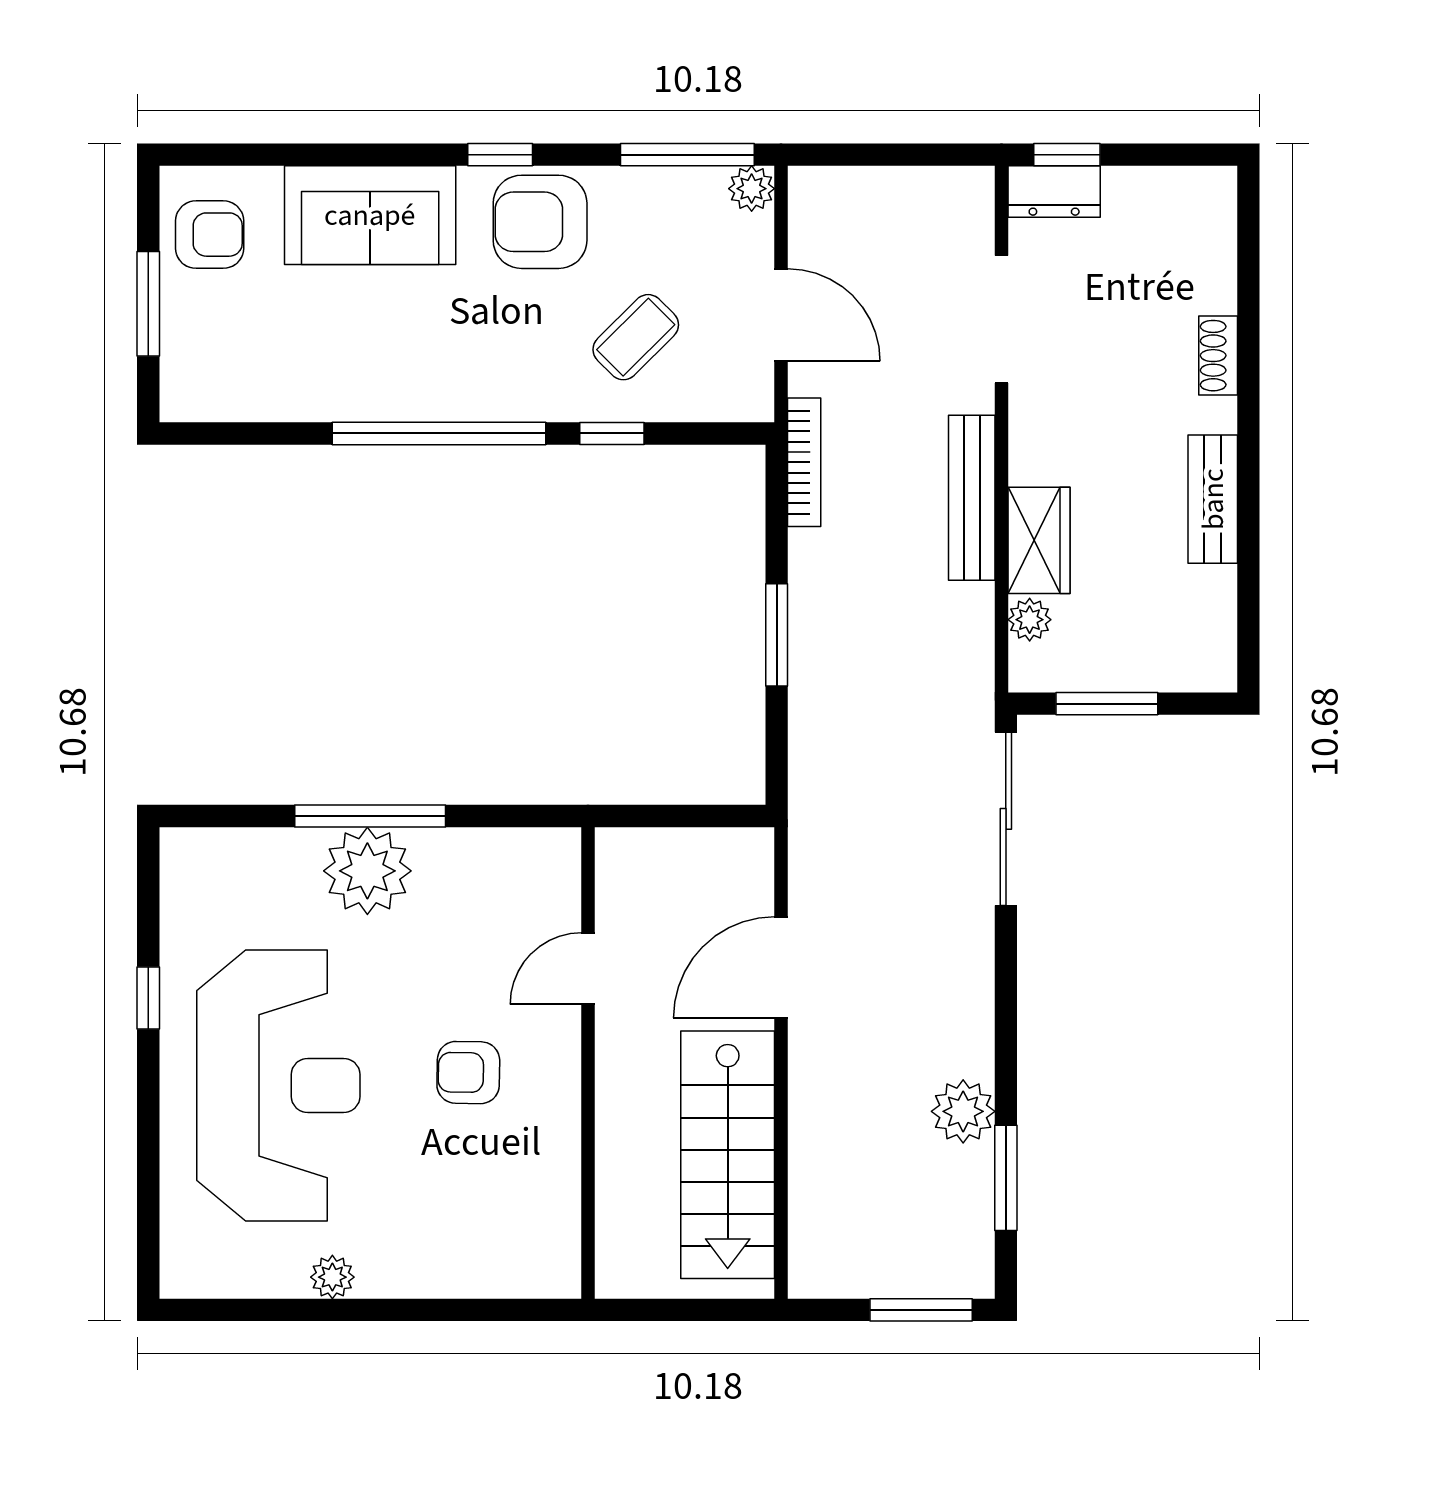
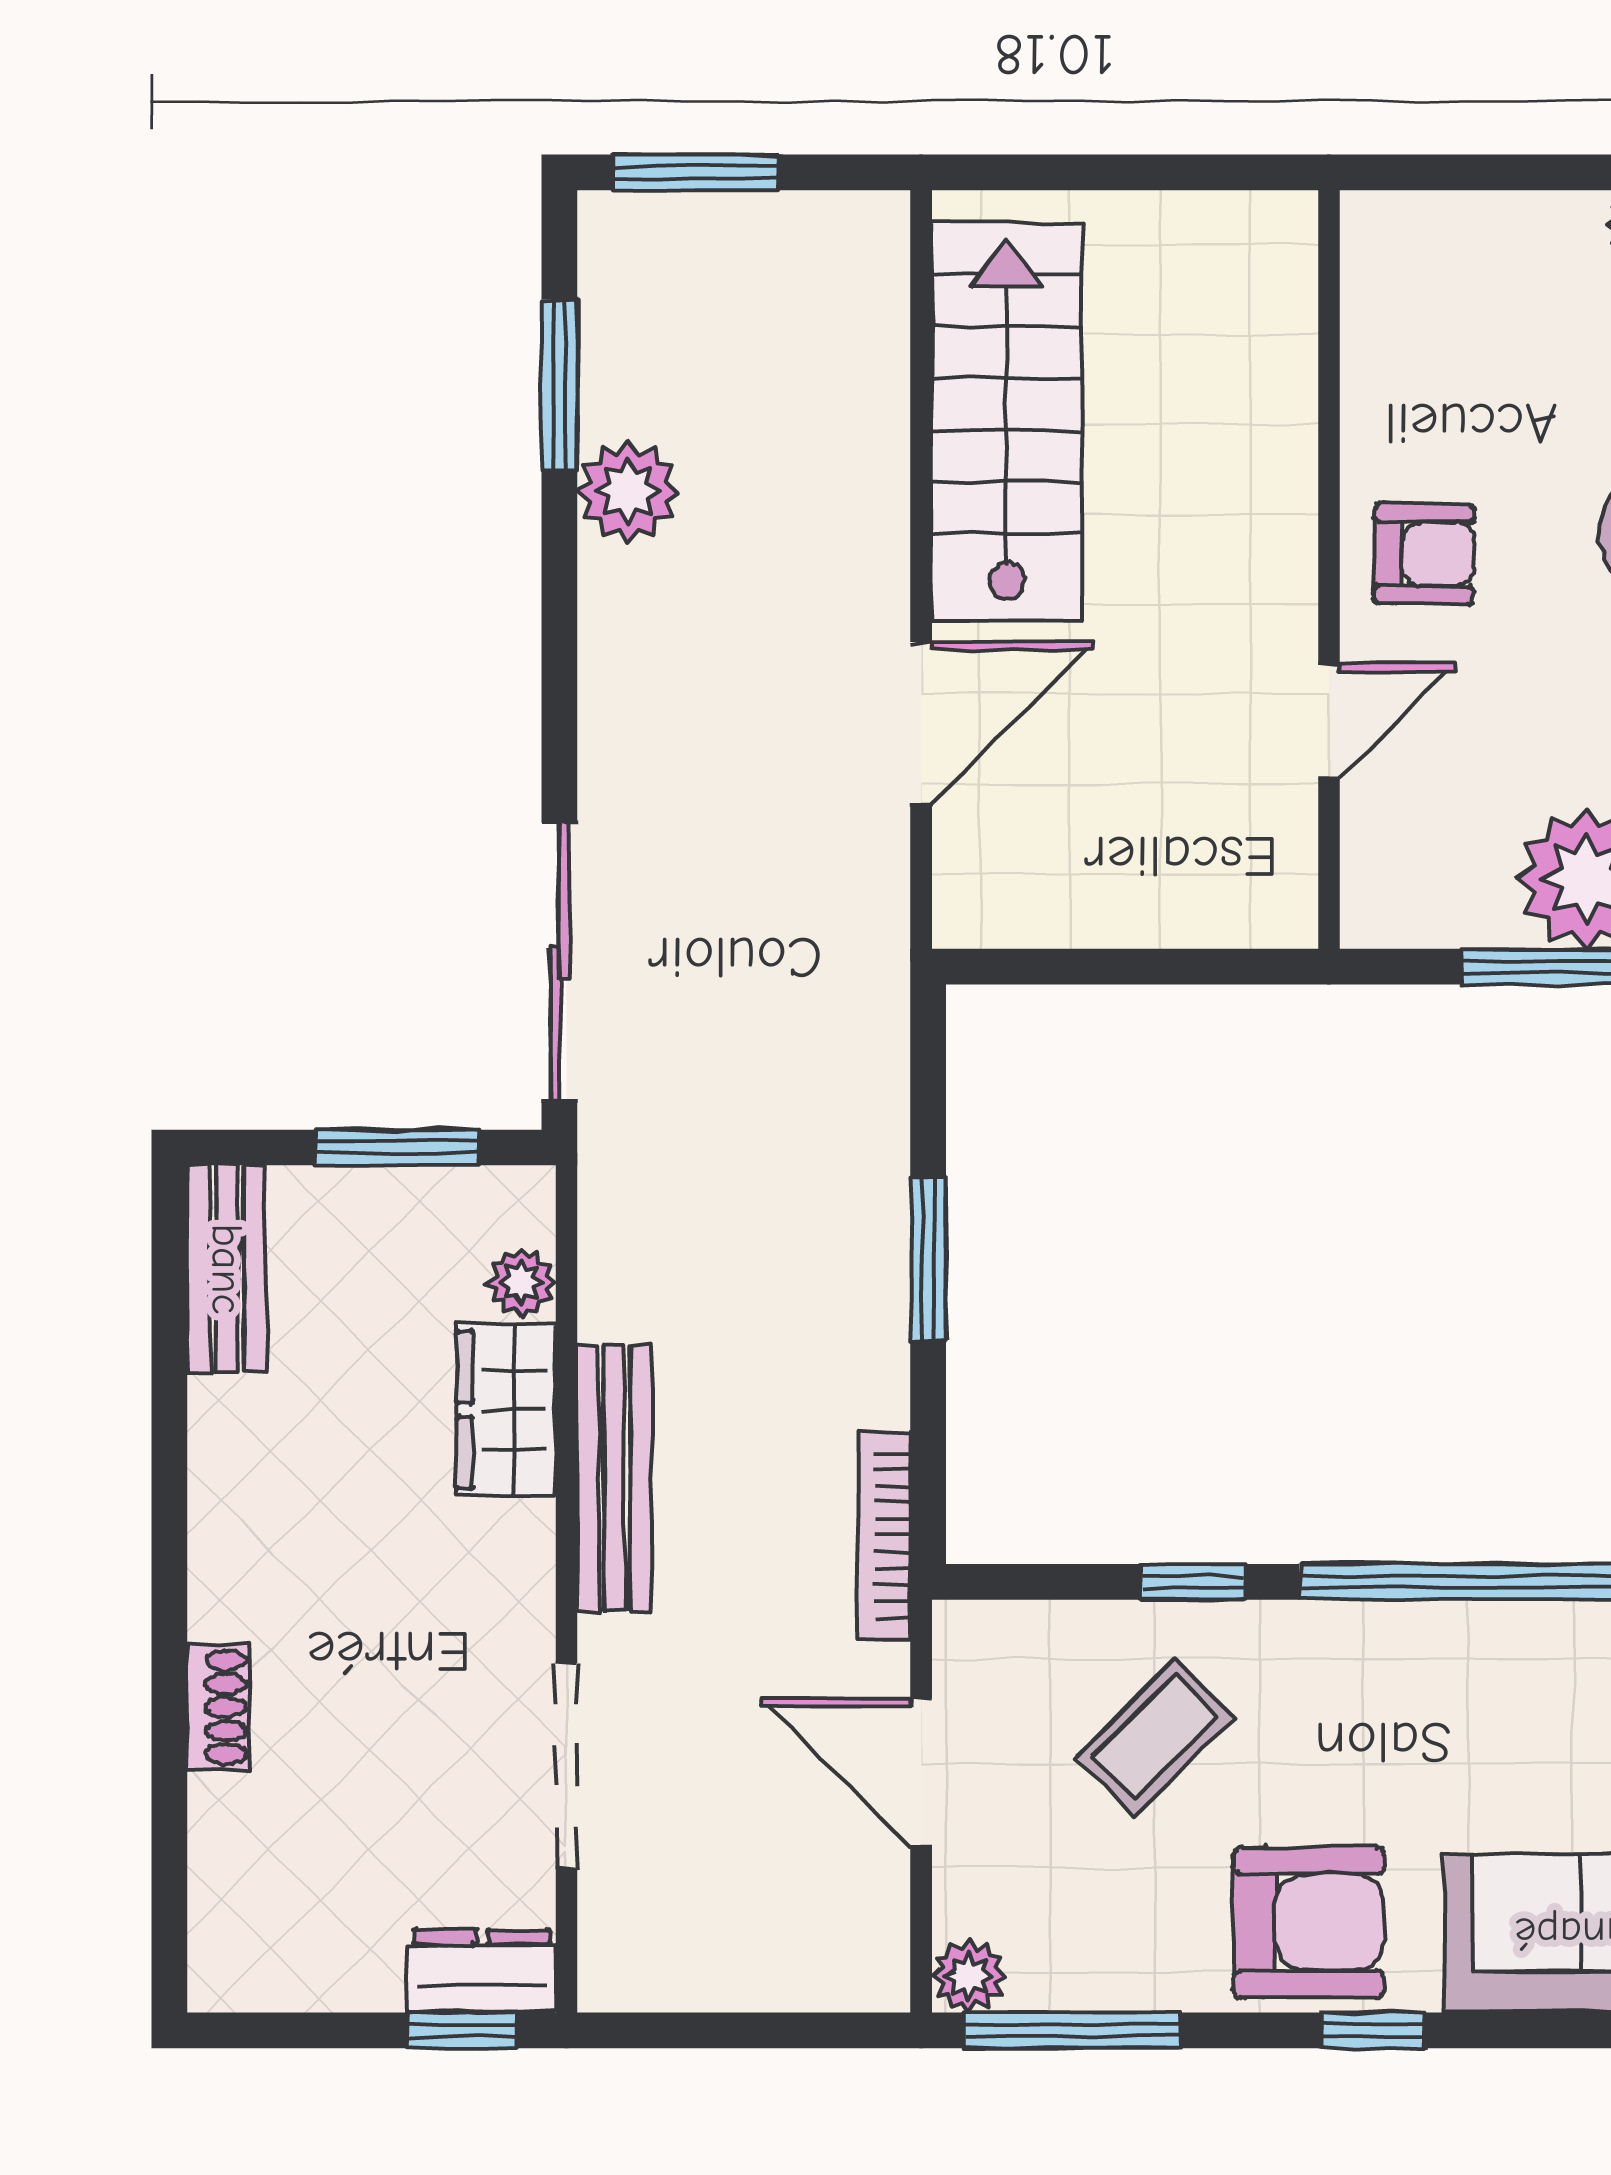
bench: (1213, 499) -> (227, 1269), moved
door: (588, 969) -> (1329, 721), moved
wall: (588, 1063) -> (1329, 569), moved

